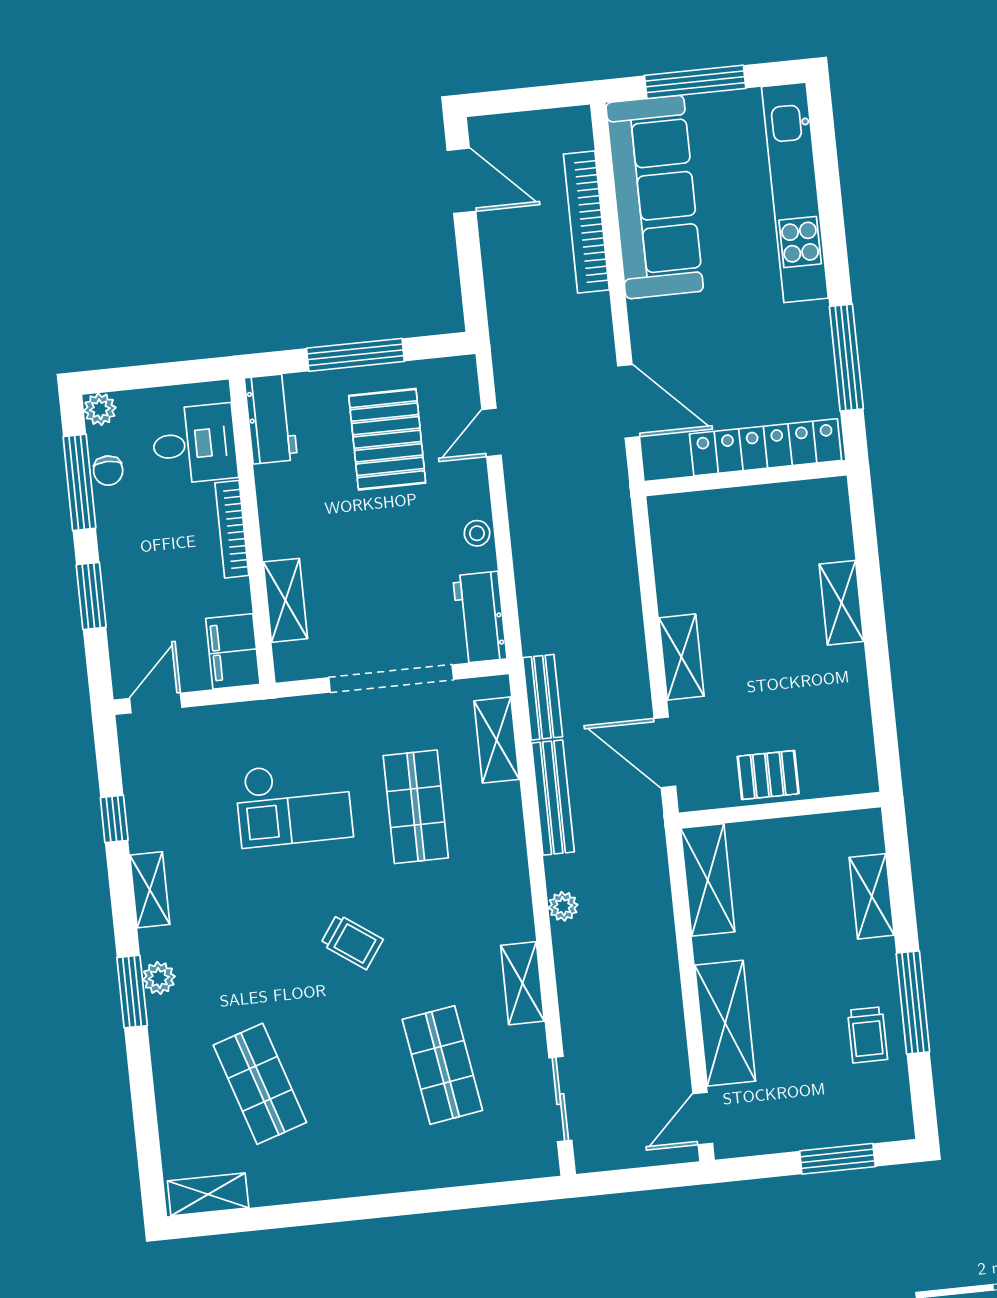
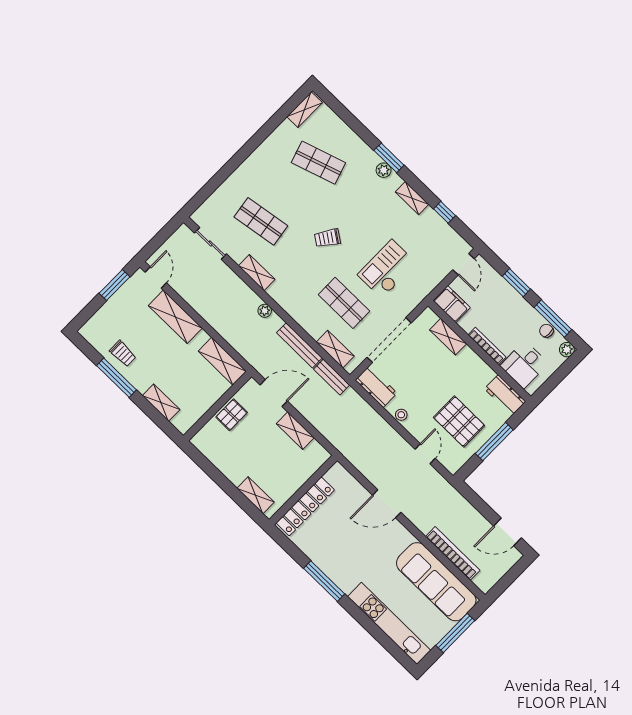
locker: (766, 447) -> (305, 506), moved
wall: (746, 478) -> (303, 490), moved
trolley: (867, 1035) -> (123, 354), turned 180
window: (837, 1159) -> (115, 285), moved

